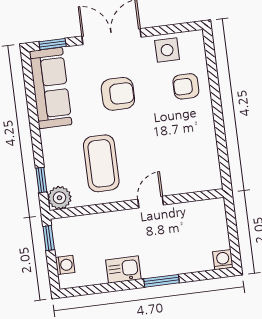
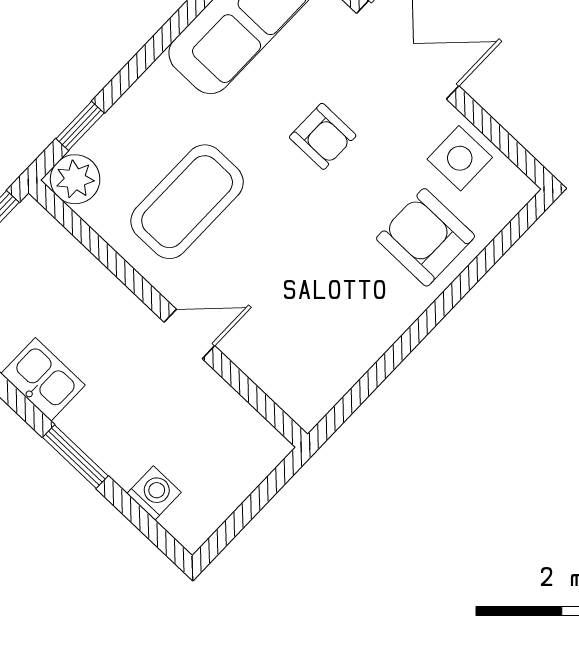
armchair: (186, 86) -> (426, 237), width x1.38, depth x1.38
armchair: (118, 94) -> (323, 136), width x0.72, depth x0.72
washing machine: (223, 260) -> (154, 493), moved

